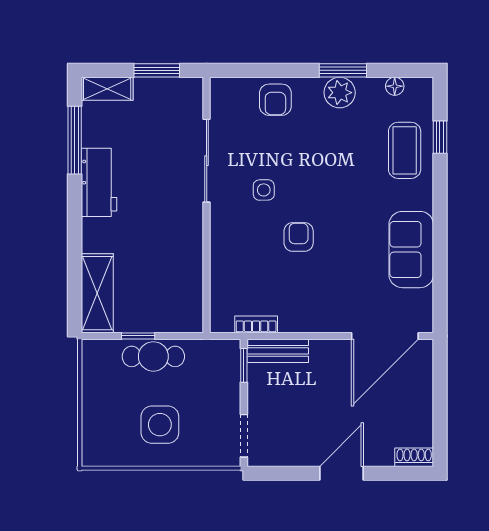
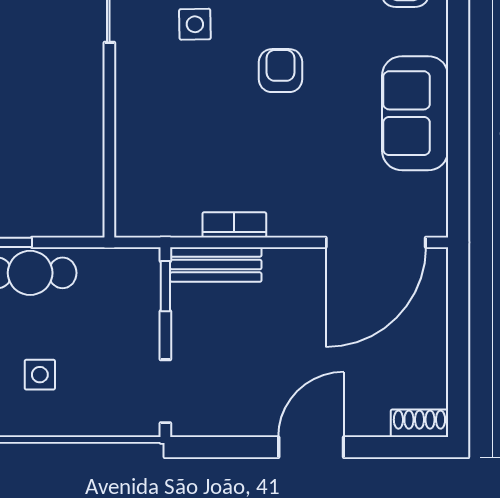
armchair: (299, 237) -> (281, 71), moved
bookcase: (256, 324) -> (234, 225), moved
side table: (160, 425) -> (40, 375), width x0.54, depth x0.54

